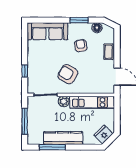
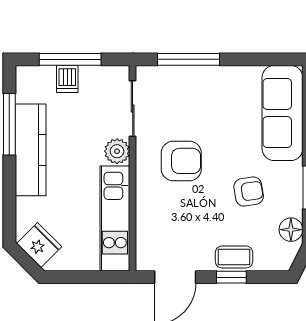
window: (117, 53) -> (231, 277), added
window: (25, 71) -> (189, 59), width x2.17
armchair: (68, 74) -> (181, 161), turned 59
dishwasher: (33, 123) -> (67, 79), added

